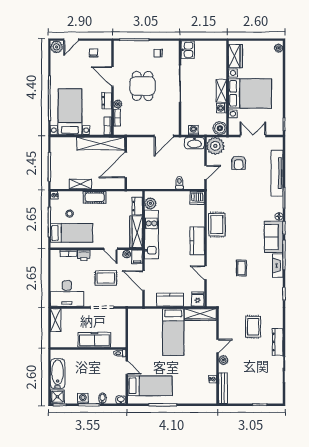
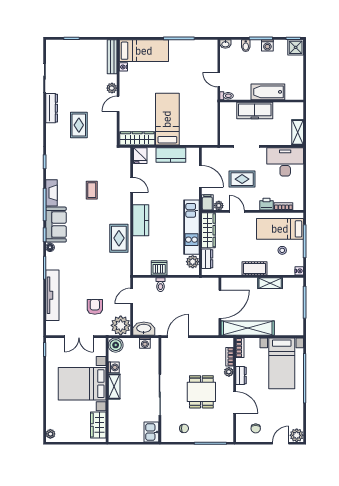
dishwasher: (197, 198) -> (159, 268), moved
bathtub: (58, 374) -> (268, 92), moved, turned 90
bed: (150, 386) -> (144, 51), moved, turned 180

